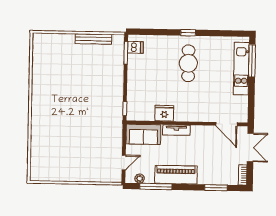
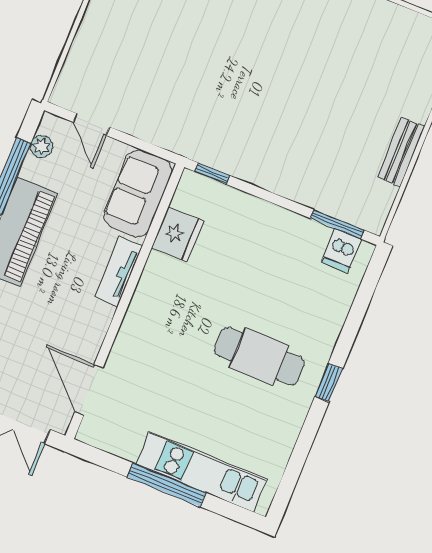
bench: (93, 39) -> (401, 152), width x0.73
window: (252, 61) -> (166, 485), moved
fridge: (164, 113) -> (177, 234), moved
door: (226, 124) -> (89, 390), hinge flipped

